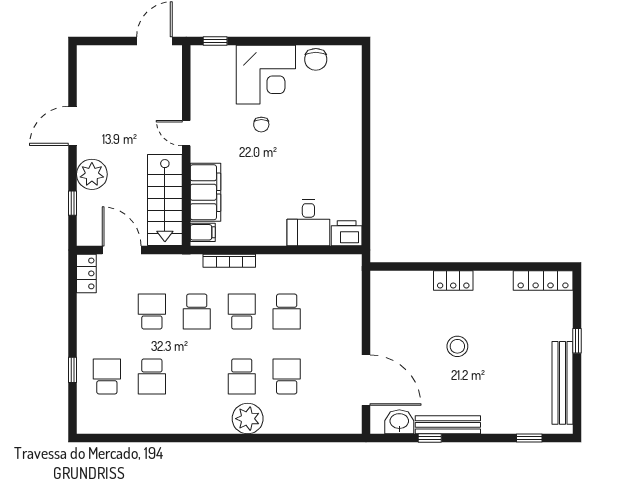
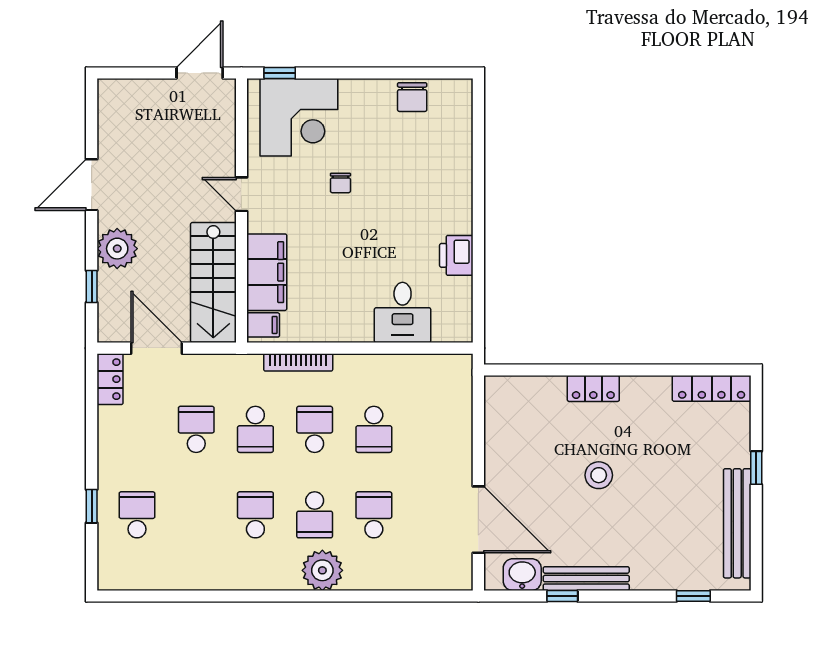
corner desk: (266, 75) -> (299, 117), moved
printer: (347, 233) -> (456, 255), moved, turned -90
school desk: (152, 376) -> (255, 515), moved, turned 180

